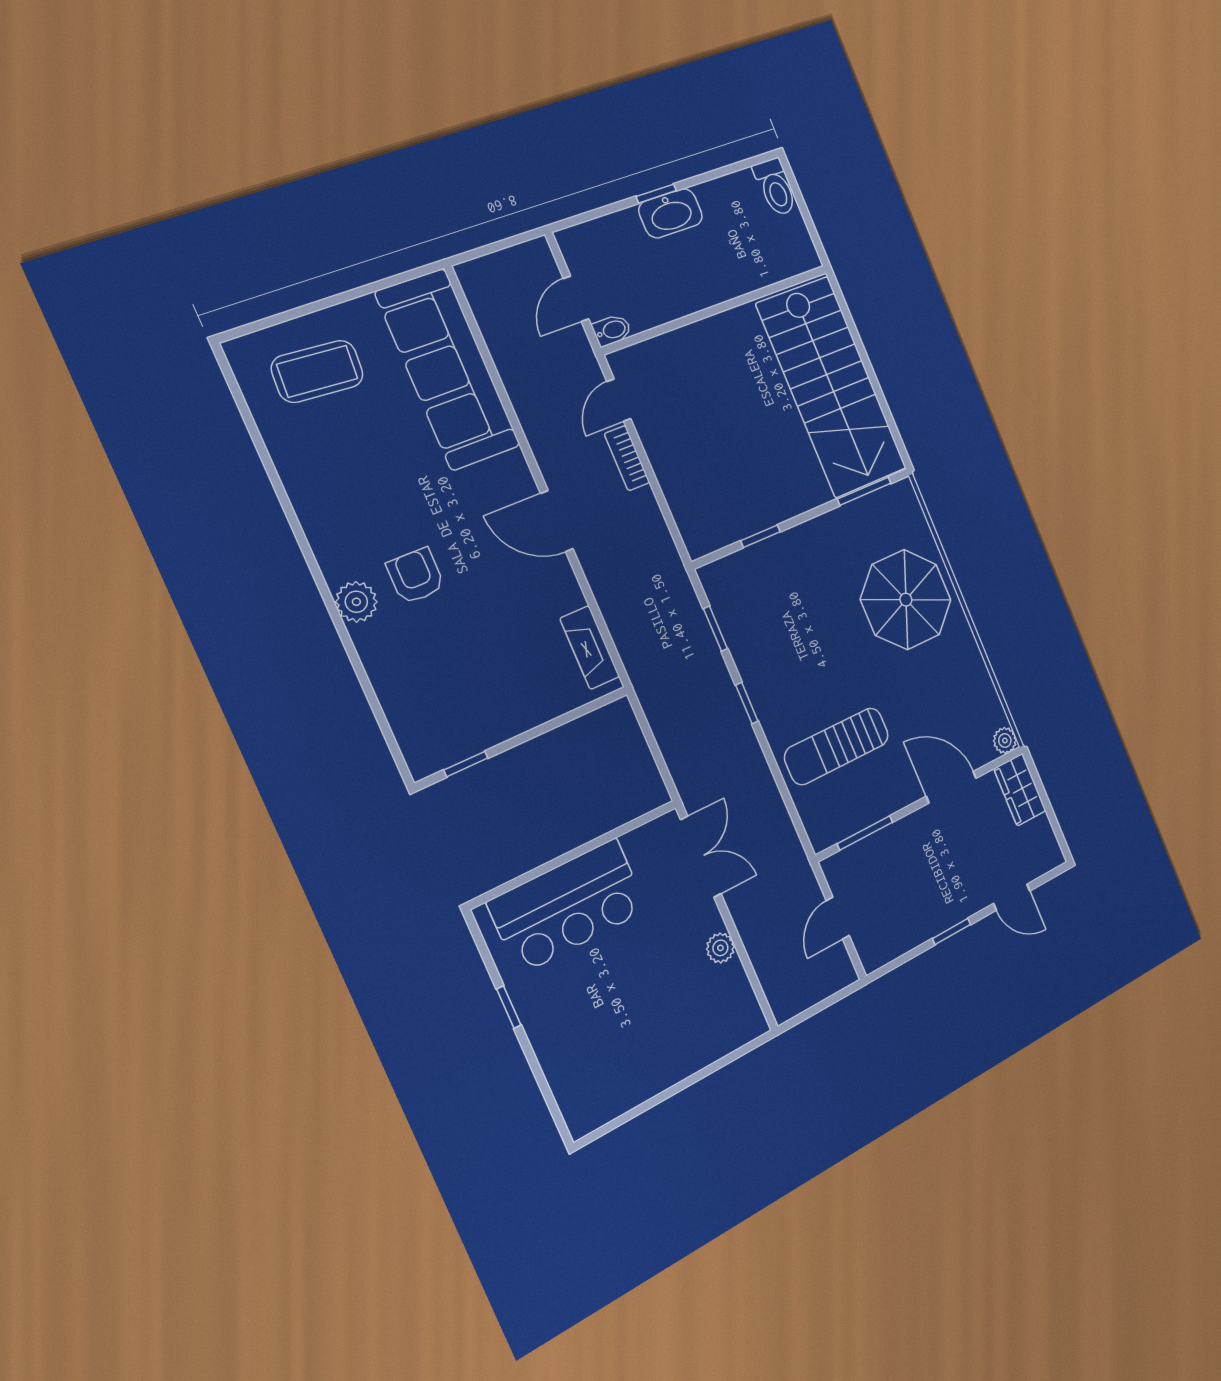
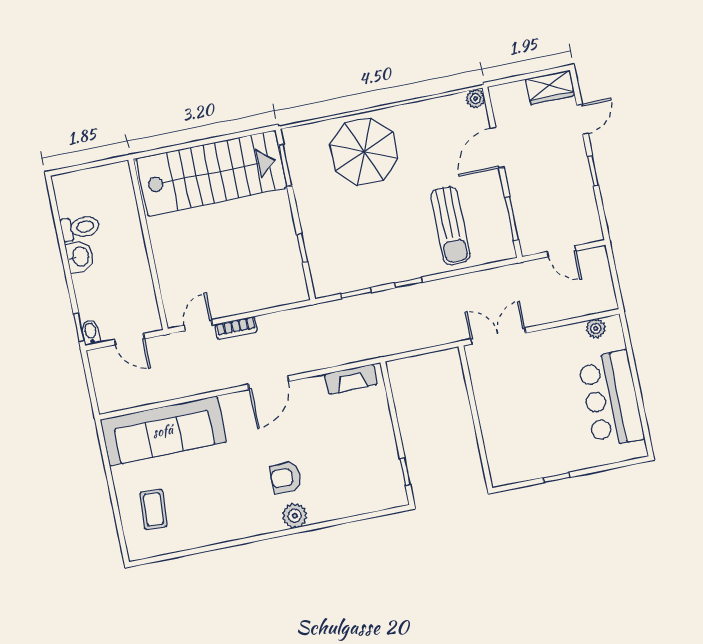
toilet: (775, 187) -> (80, 228), moved
window: (656, 194) -> (79, 327), moved
washbasin: (671, 213) -> (80, 257), width x0.72
bidet: (612, 330) -> (91, 332), moved
coffee table: (317, 371) -> (154, 509), width x0.73, depth x0.77
door: (619, 400) -> (198, 325), swing flipped
wardrobe: (1020, 790) -> (550, 87), moved
bar counter: (568, 906) -> (611, 399), moved, turned 180
plant: (720, 948) -> (596, 328), moved

